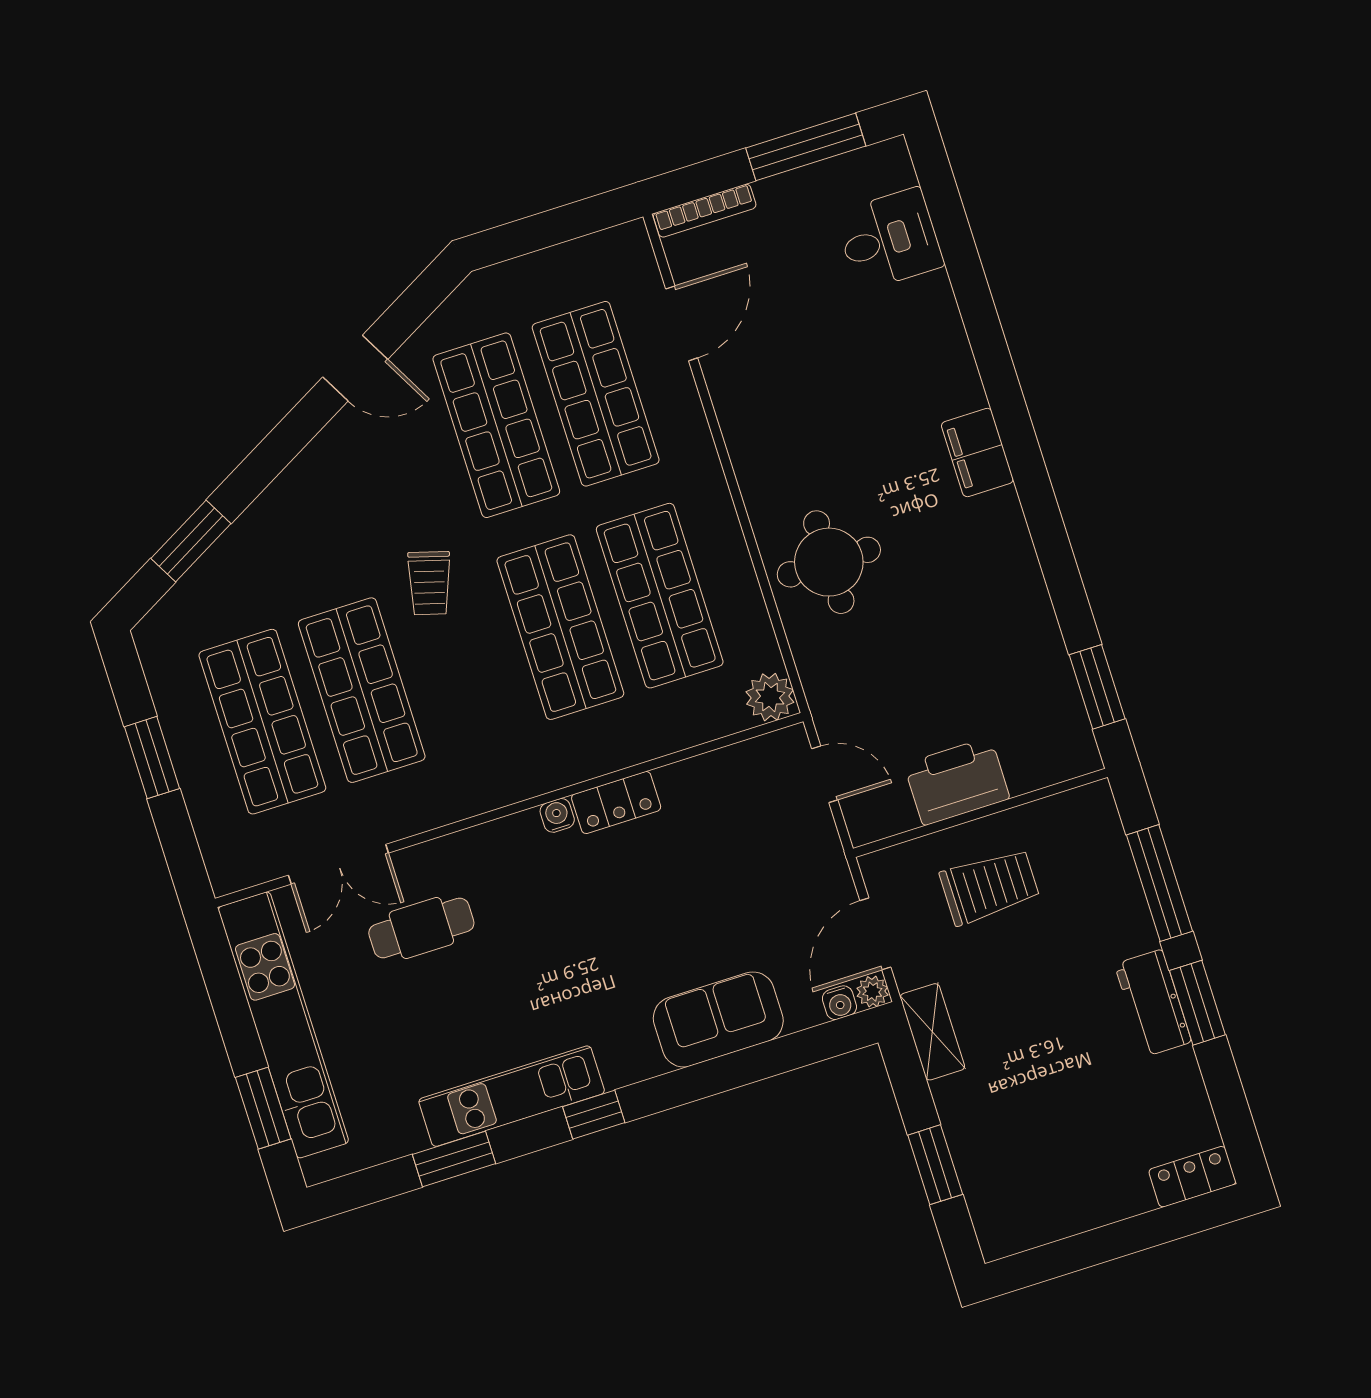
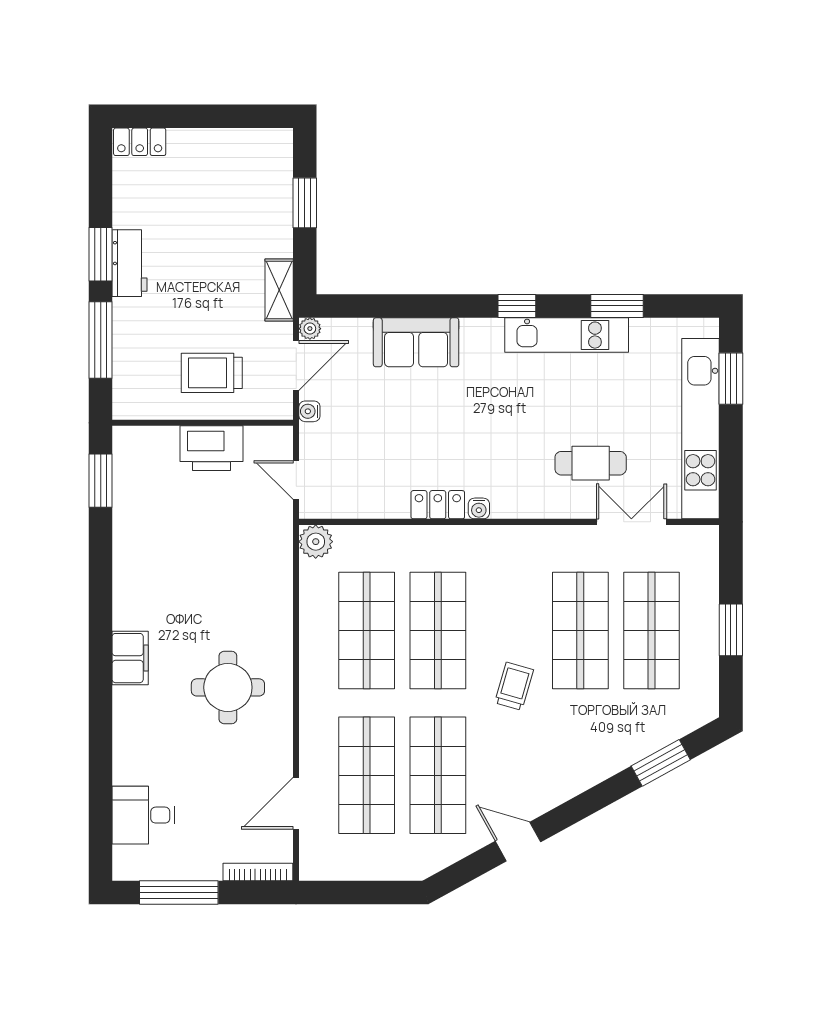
round table: (829, 562) -> (228, 687), moved
water cooler: (839, 1003) -> (309, 411), moved, turned -90

